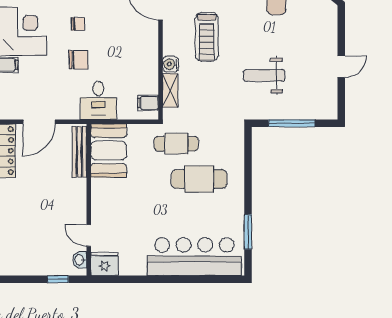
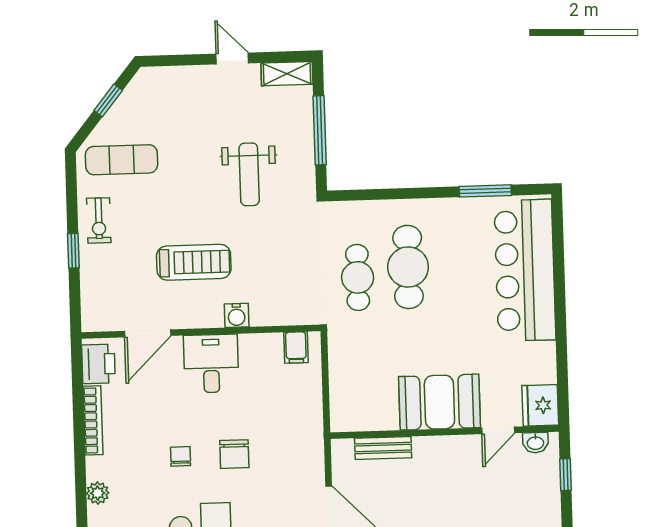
chair: (78, 60) -> (234, 454), turned 180
shelving: (170, 90) -> (287, 74), moved
desk: (98, 100) -> (211, 364), moved, turned -90
cafe table: (176, 144) -> (358, 277), moved
booth: (109, 151) -> (439, 402), moved
bench: (79, 152) -> (383, 448), width x0.73

